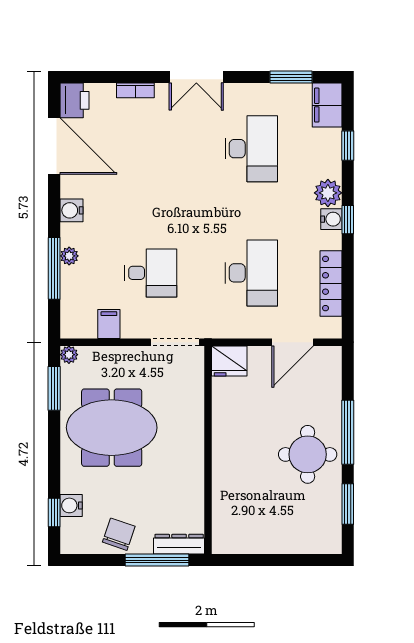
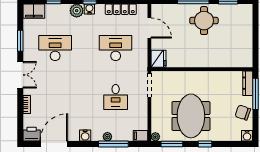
window: (291, 77) -> (20, 41), moved
desk: (151, 273) -> (116, 97), turned 180
filing cabinet: (109, 324) -> (140, 136), moved
water cooler: (71, 505) -> (247, 136), moved
window: (54, 512) -> (205, 144), moved

